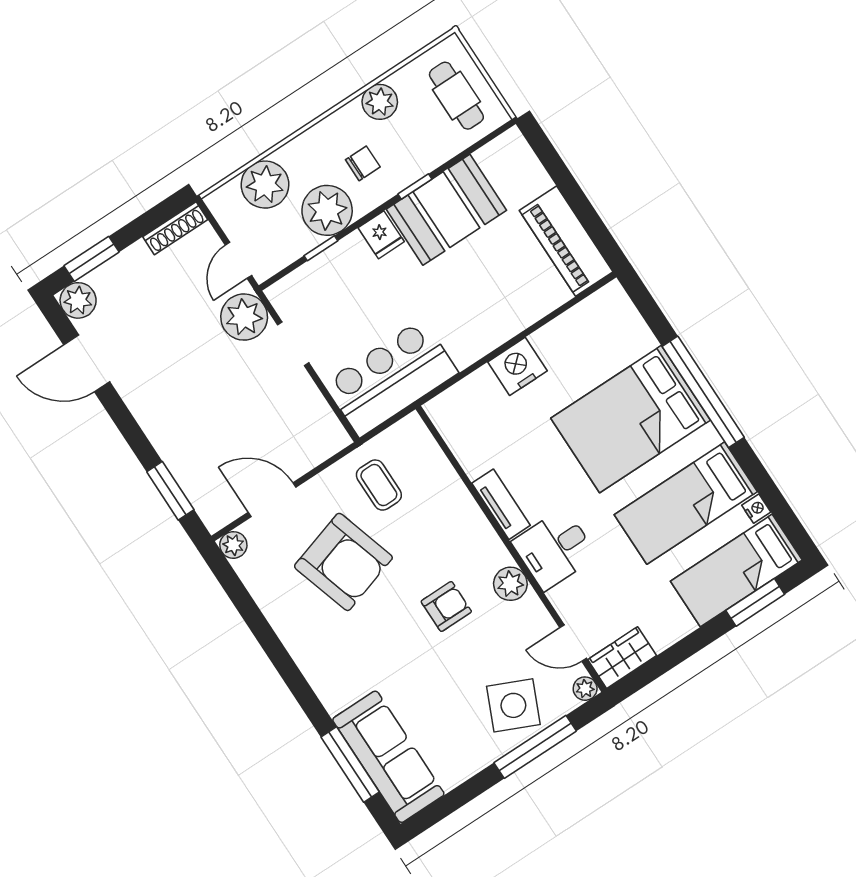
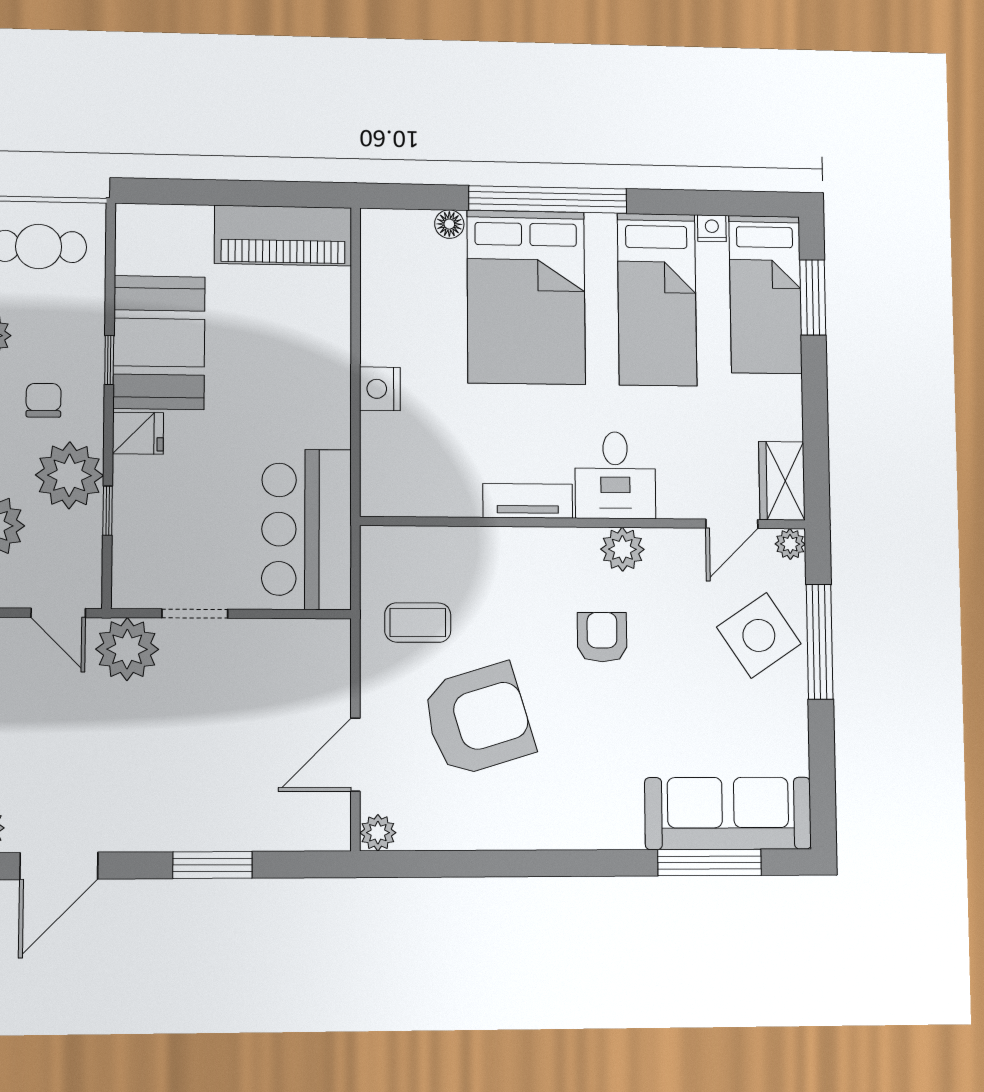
floor lamp: (645, 340) -> (449, 224), added
nightstand: (517, 366) -> (380, 389), width x0.74, depth x0.75
window: (170, 491) -> (213, 865), moved
side table: (513, 705) -> (759, 635), turned 32

